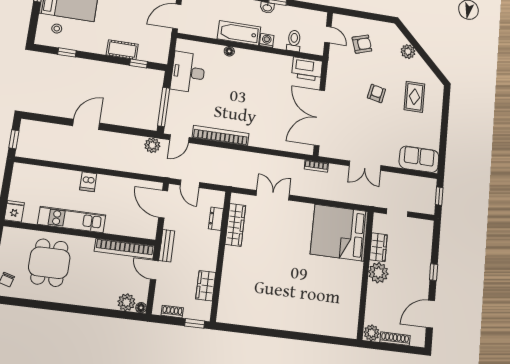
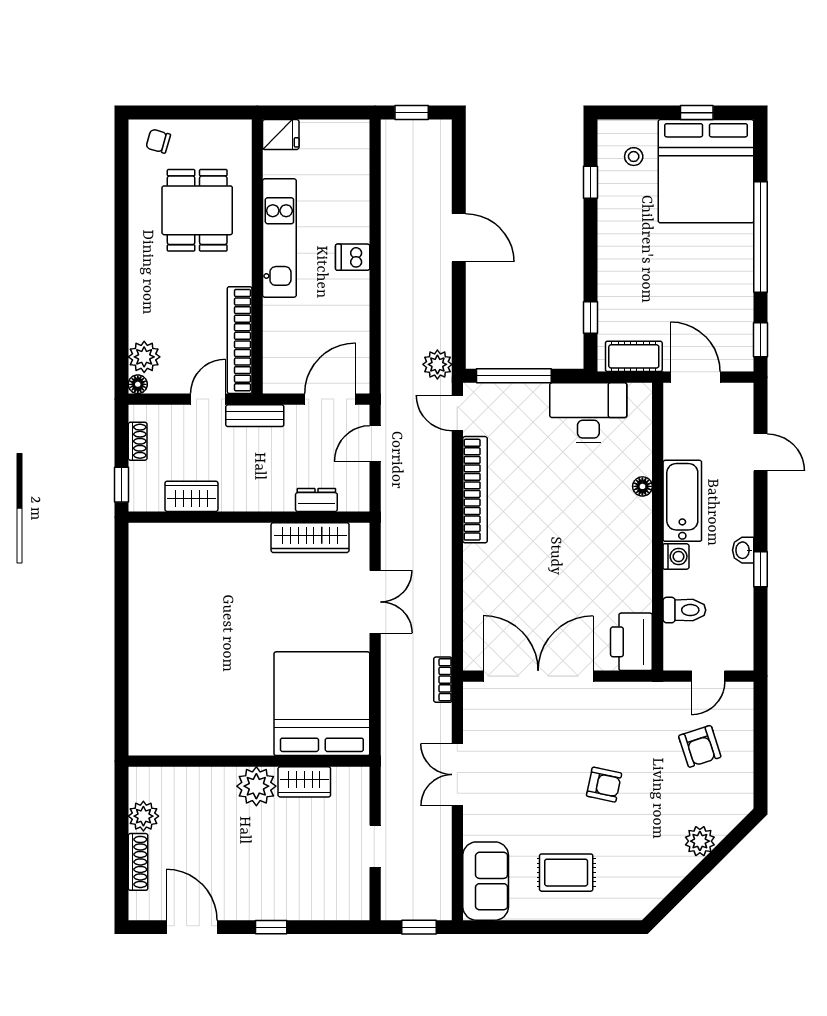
cot: (122, 50) -> (634, 356), moved, turned 90
rug: (414, 97) -> (566, 873), moved
bed: (339, 233) -> (322, 704), moved
wardrobe: (378, 247) -> (304, 782), moved
dining table: (49, 263) -> (197, 210), turned 90
plant: (378, 273) -> (256, 786), moved
wall: (365, 275) -> (249, 761), moved

